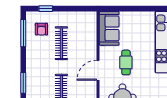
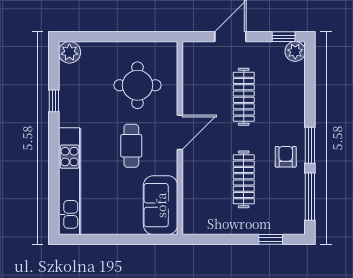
armchair: (41, 29) -> (286, 157), moved
window: (23, 83) -> (310, 145), moved

